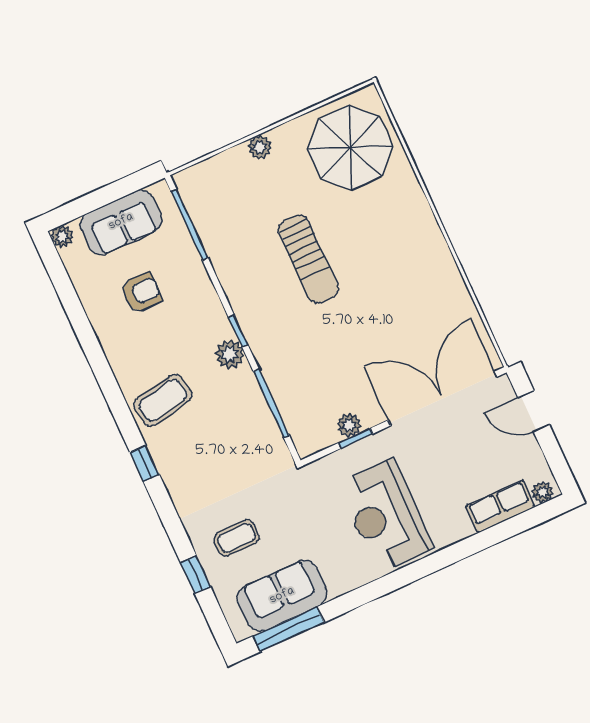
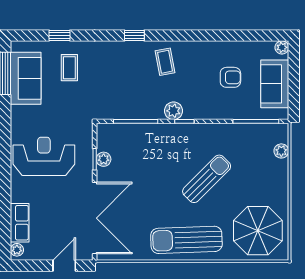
plant: (260, 147) -> (281, 151), moved
sun lounger: (413, 247) -> (186, 240), added
sun lounger: (308, 259) -> (207, 179), turned 135
armchair: (141, 293) -> (230, 77), turned -90
coffee table: (163, 400) -> (165, 62), width x0.73, depth x0.77

